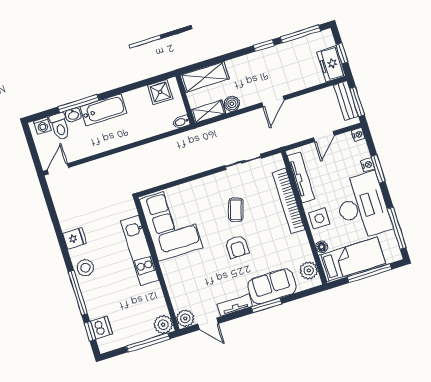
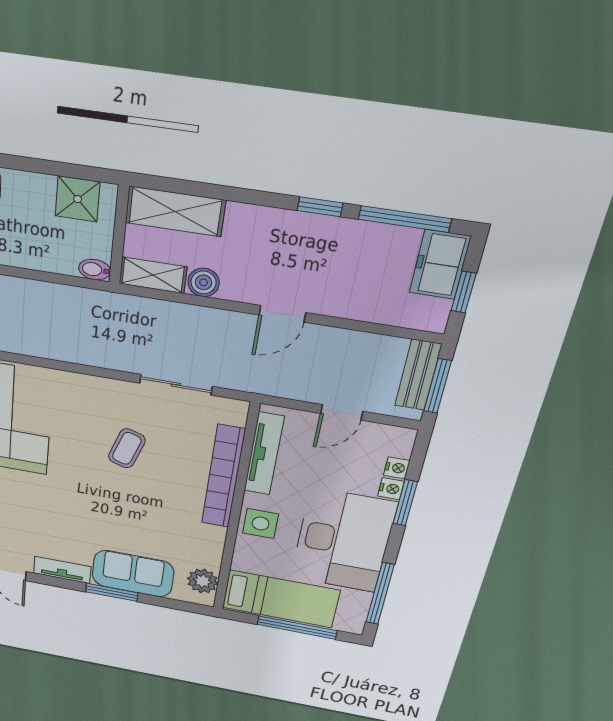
freezer: (331, 64) -> (440, 265), moved
nightstand: (358, 135) -> (397, 468), moved
armchair: (237, 247) -> (104, 499), removed
floor lamp: (322, 247) -> (242, 562), removed

